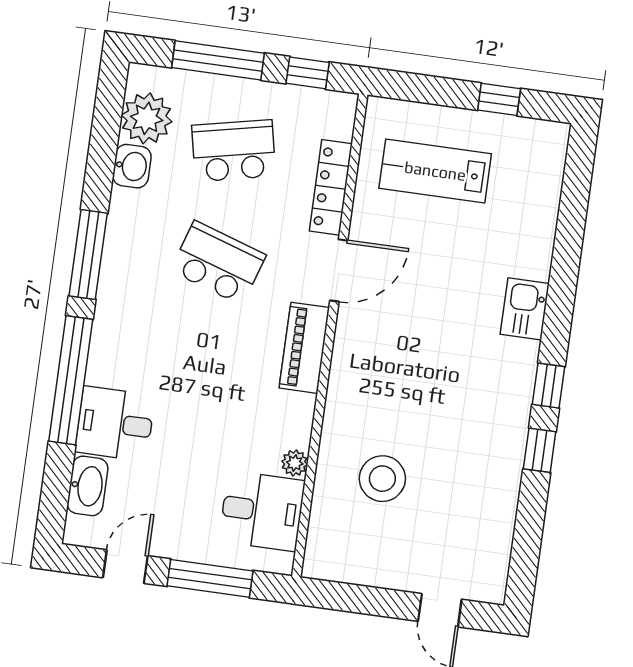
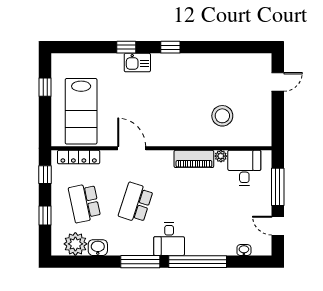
window: (218, 60) -> (45, 216), width x0.46
lab bench: (435, 171) -> (81, 111), width x1.36, depth x1.39
locker: (331, 187) -> (79, 157), moved
piano: (304, 348) -> (194, 159), moved
desk: (115, 424) -> (169, 239), moved
window: (540, 450) -> (126, 47), moved
washbasin: (88, 486) -> (244, 250), width x0.52, depth x0.69

